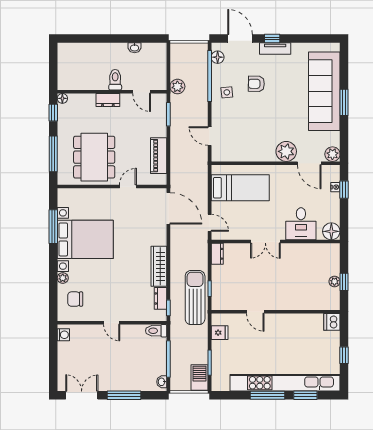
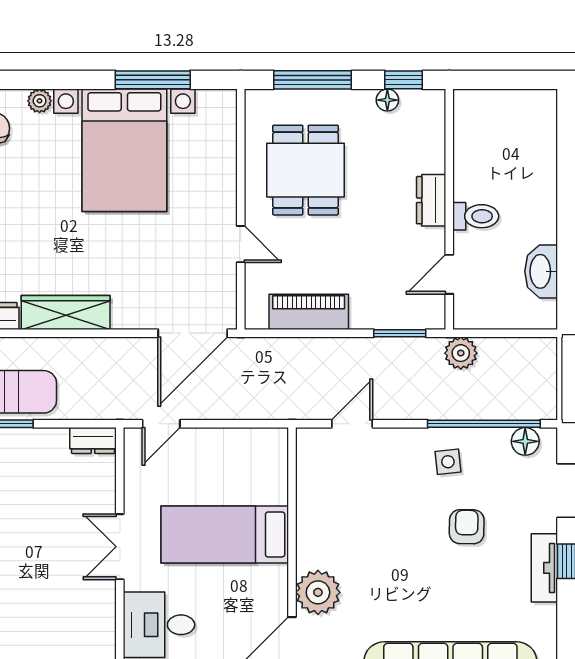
washbasin: (135, 48) -> (541, 271), width x1.91, depth x1.45
floor lamp: (62, 98) -> (387, 100), moved
dining table: (94, 157) -> (305, 170), width x0.73
bed: (240, 188) -> (225, 534), moved, turned 90

